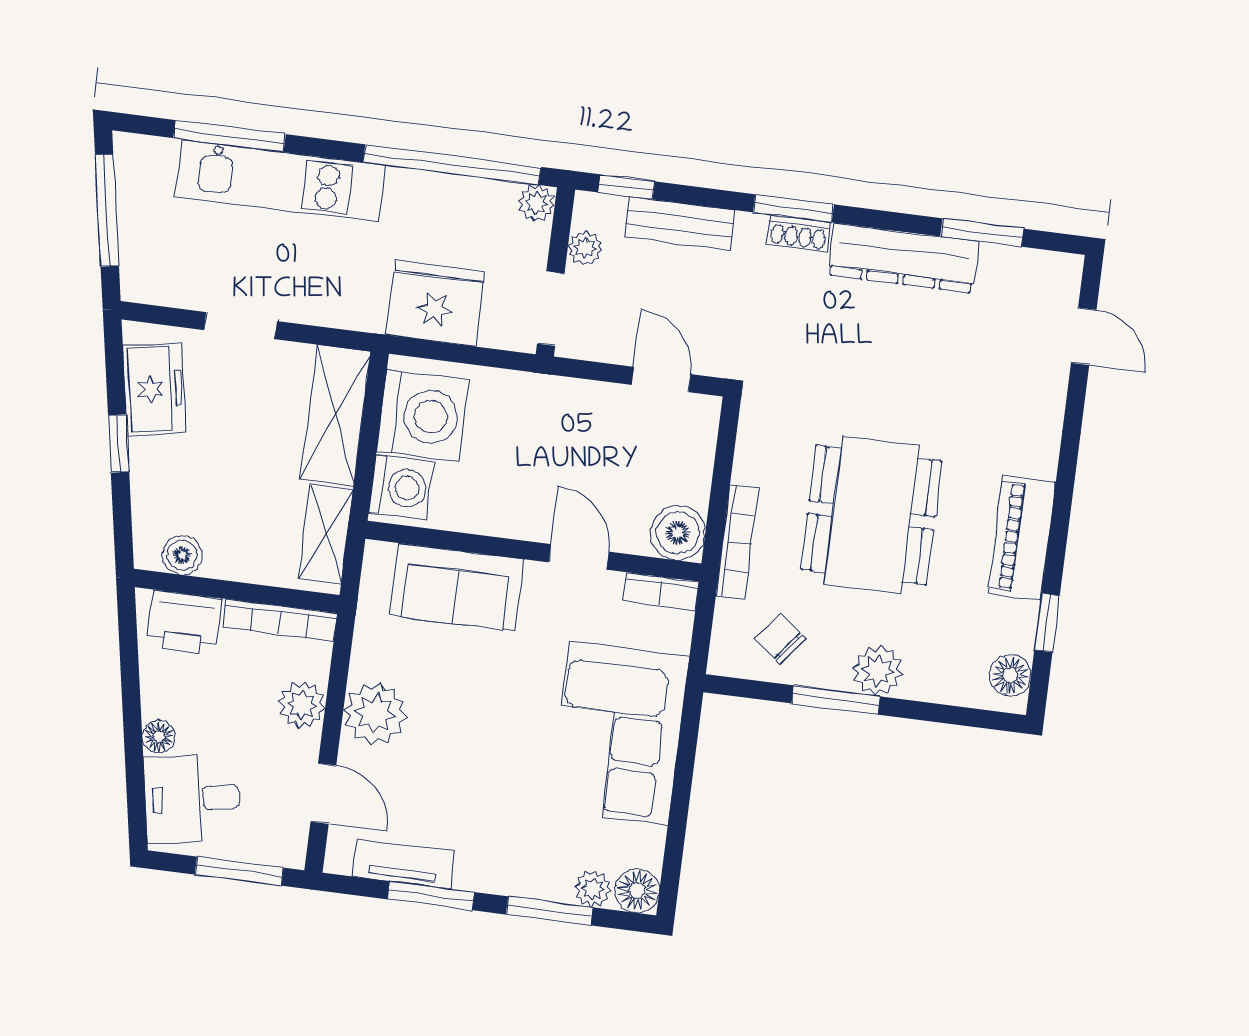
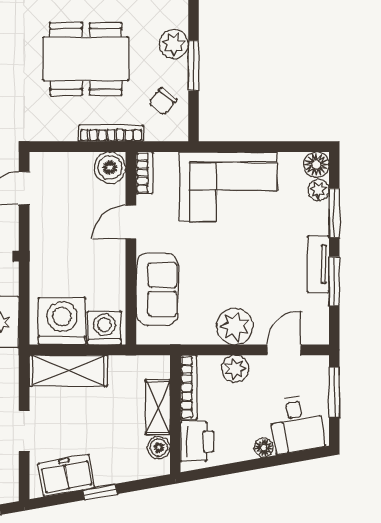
shelving: (326, 534) -> (158, 407), moved, turned 90
tv unit: (403, 864) -> (318, 264), moved

